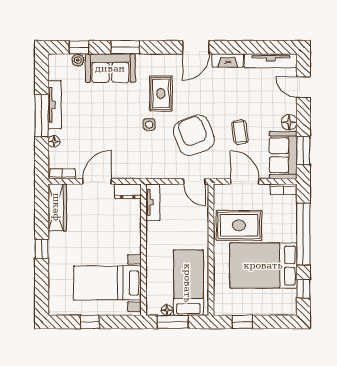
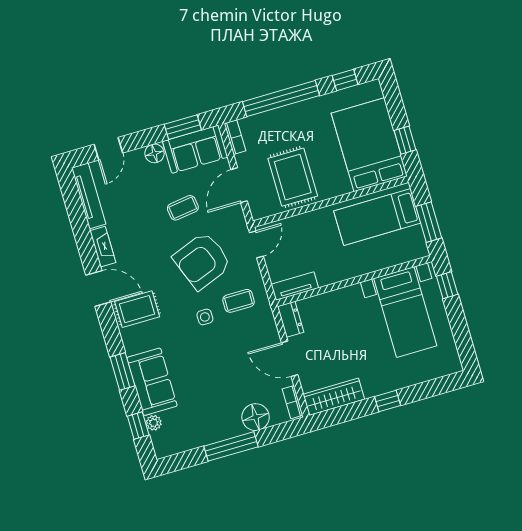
rug: (161, 93) -> (137, 309), moved
tv unit: (55, 105) -> (214, 435), removed
floor lamp: (54, 141) -> (256, 417), width x1.89, depth x1.89
coffee table: (154, 155) -> (239, 301), added
bed: (263, 265) -> (369, 145), moved, turned 180
floor lamp: (167, 310) -> (417, 233), removed
window: (90, 322) -> (447, 285), moved

